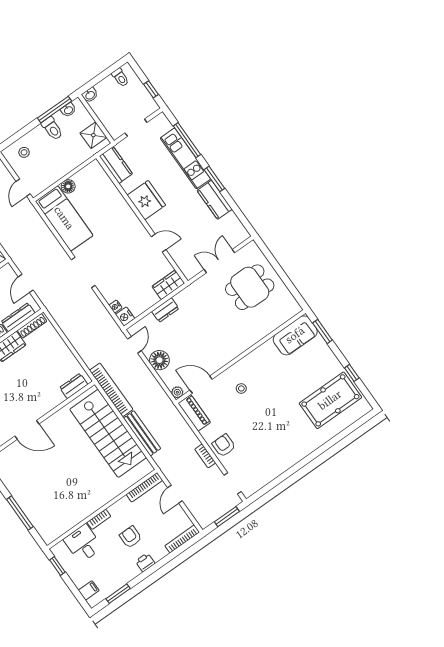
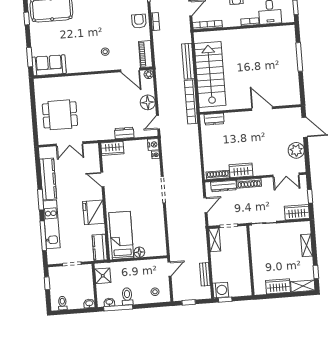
kitchen counter: (215, 200) -> (48, 179), width x1.50
bed: (64, 218) -> (121, 235), moved
armchair: (224, 445) -> (139, 21), turned 180

